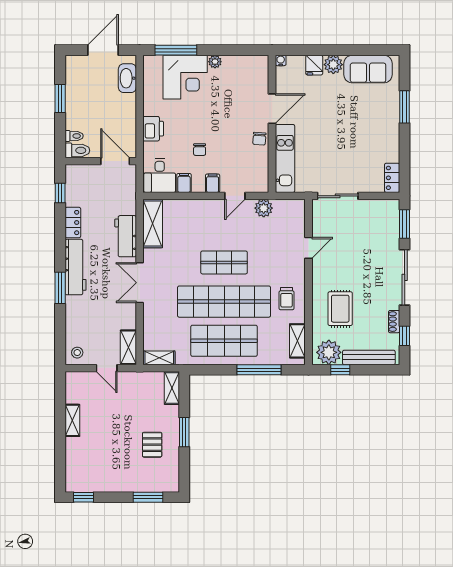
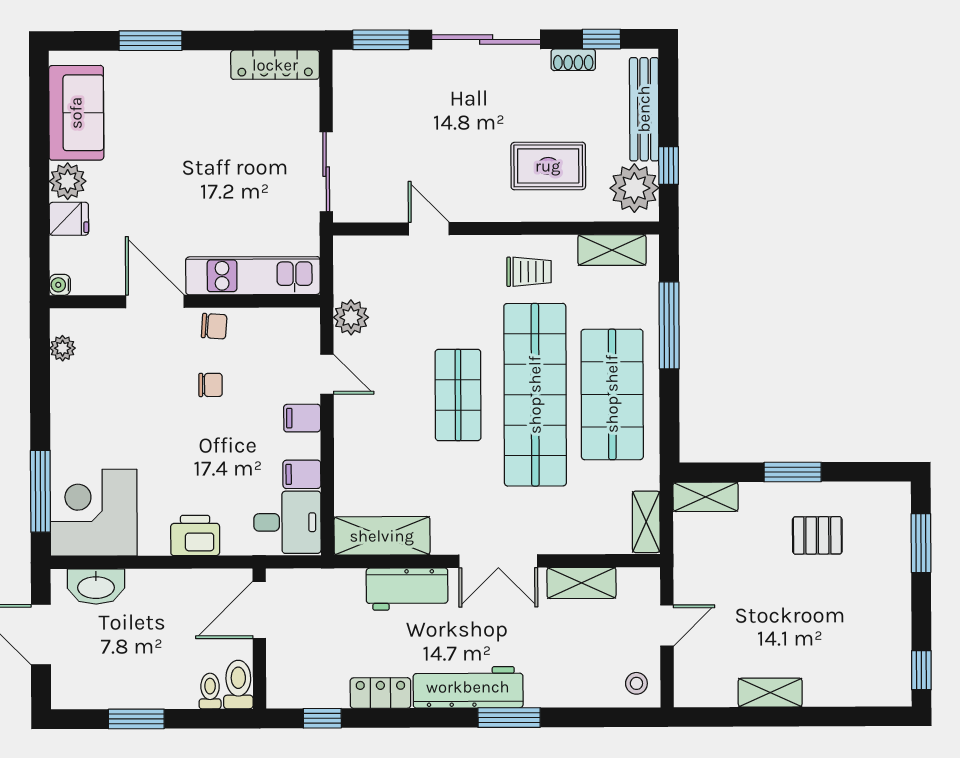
plant: (215, 62) -> (63, 348), moved
corner desk: (185, 77) -> (94, 513), moved, turned -90
chair: (200, 150) -> (211, 385), moved
locker: (392, 178) -> (275, 65), width x1.53
shelving: (128, 347) -> (581, 583), moved

